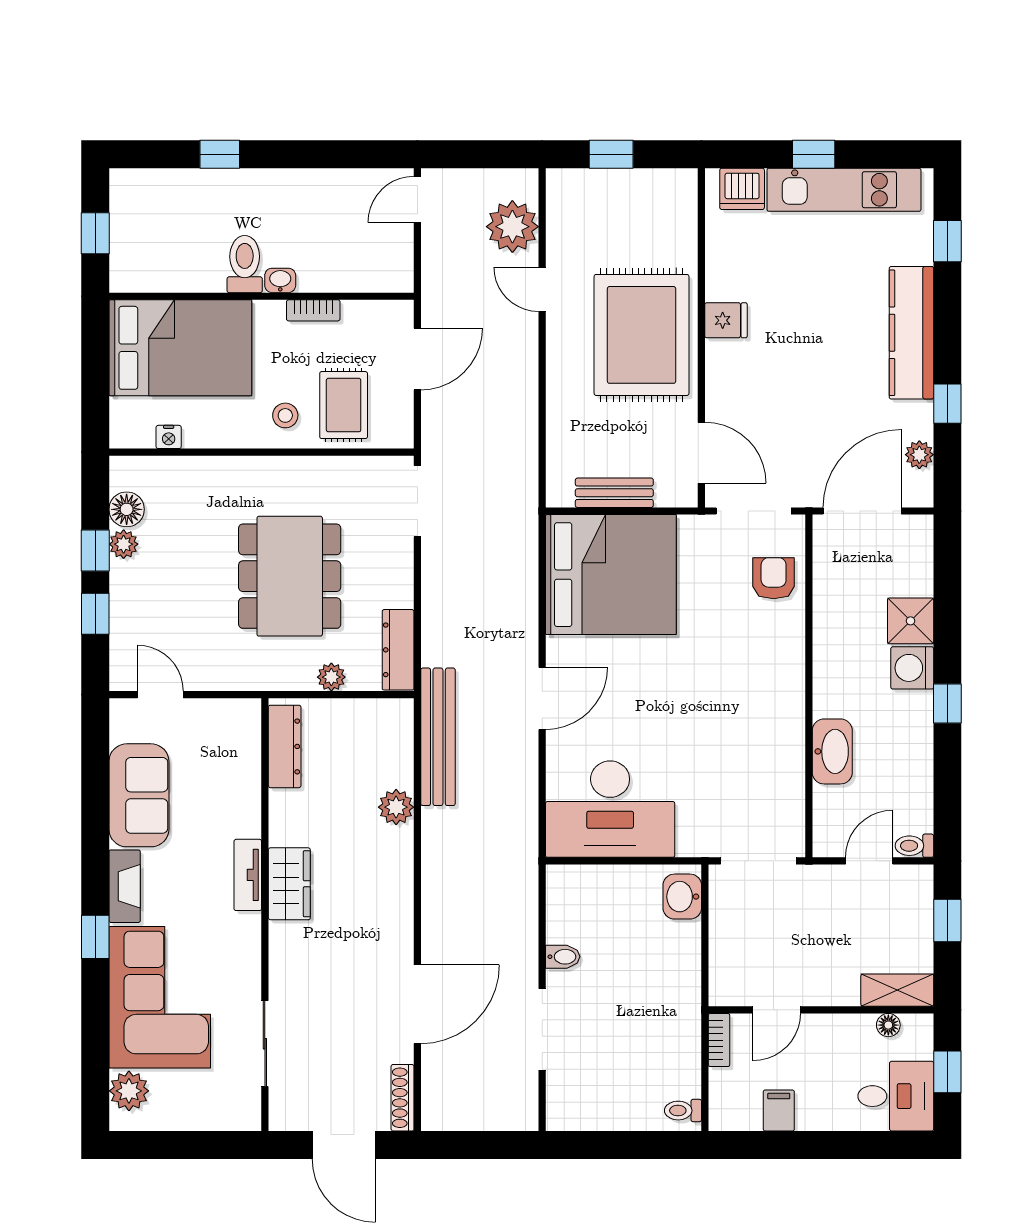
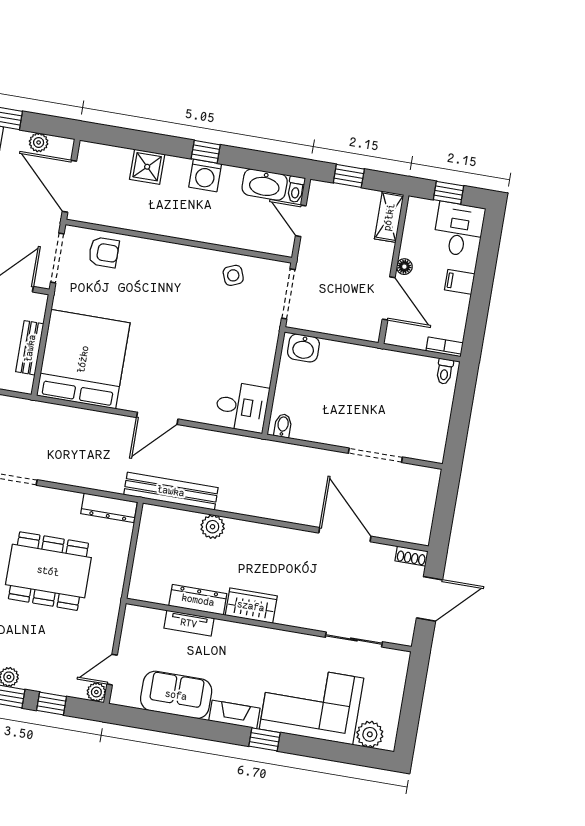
armchair: (774, 578) -> (104, 252), turned 180
washing machine: (912, 668) -> (205, 175), moved
plant: (331, 677) -> (96, 692), moved
door: (542, 698) -> (157, 418), swing flipped
dresser: (285, 746) -> (198, 600), moved
washbasin: (832, 751) -> (265, 185), moved, turned 180
side table: (772, 775) -> (233, 275), added
desk: (610, 809) -> (242, 407), width x0.53, depth x0.77
tv unit: (248, 875) -> (189, 623), moved
bidet: (563, 957) -> (283, 426), moved
door: (777, 1010) -> (389, 298), width x1.38
floor lamp: (888, 1025) -> (404, 267), moved
bookcase: (719, 1040) -> (445, 347), moved
shoe rack: (403, 1098) -> (411, 556), width x0.70
filing cabinet: (779, 1110) -> (460, 282), moved

